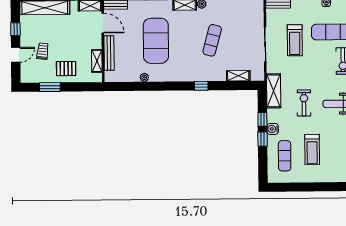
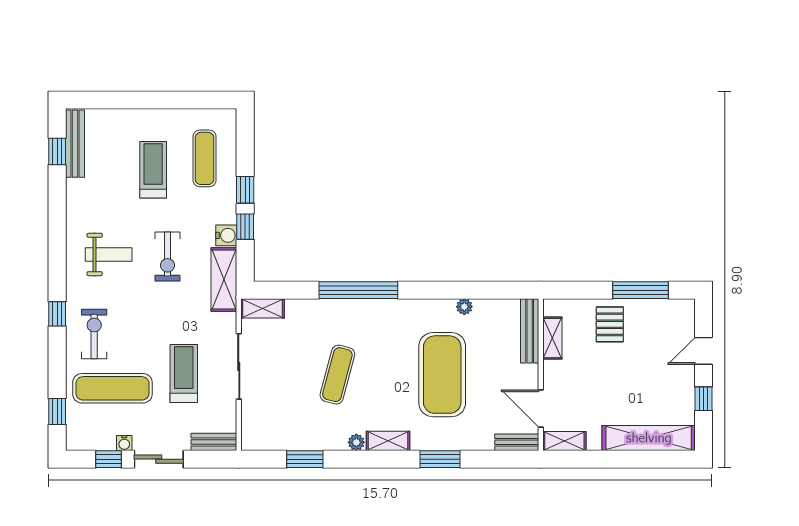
trolley: (43, 51) -> (653, 357), removed
bench: (109, 53) -> (530, 331), moved
pallet: (66, 69) -> (610, 324), turned 90
shelving: (238, 76) -> (263, 308), moved
window: (201, 86) -> (358, 290), width x3.17
window: (50, 87) -> (640, 290), width x1.44
water cooler: (273, 129) -> (226, 235), moved

